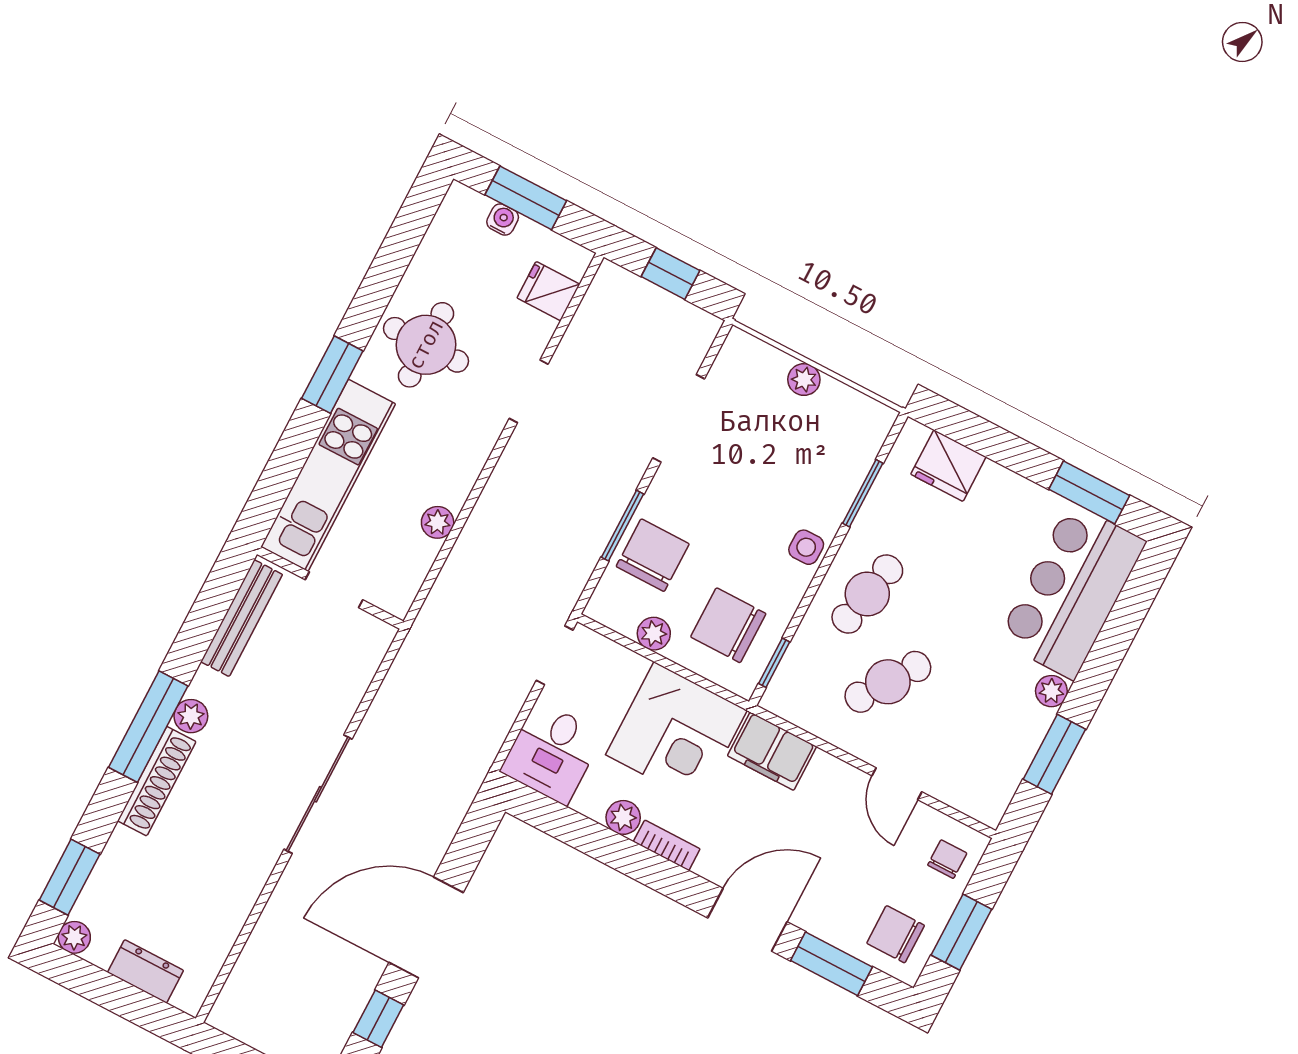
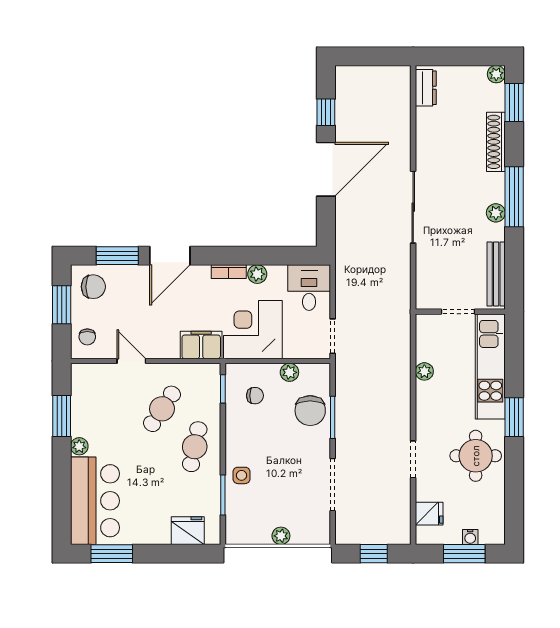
side table: (806, 547) -> (242, 475), moved
chair: (728, 625) -> (255, 396), width x0.54, depth x0.54
shoe rack: (157, 781) -> (496, 142), moved
dresser: (146, 971) -> (426, 88), moved, turned -90

